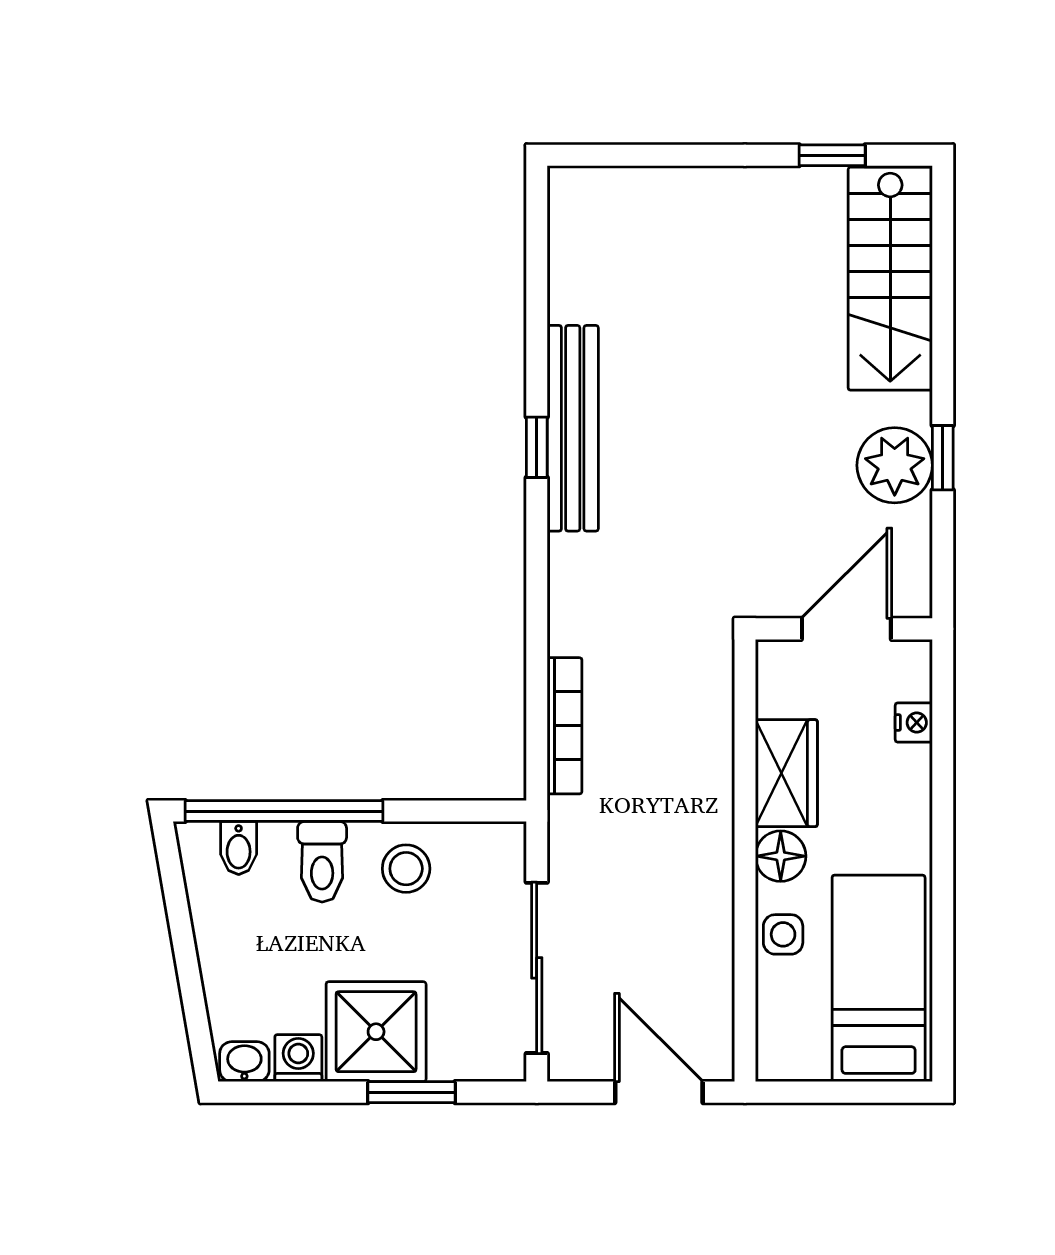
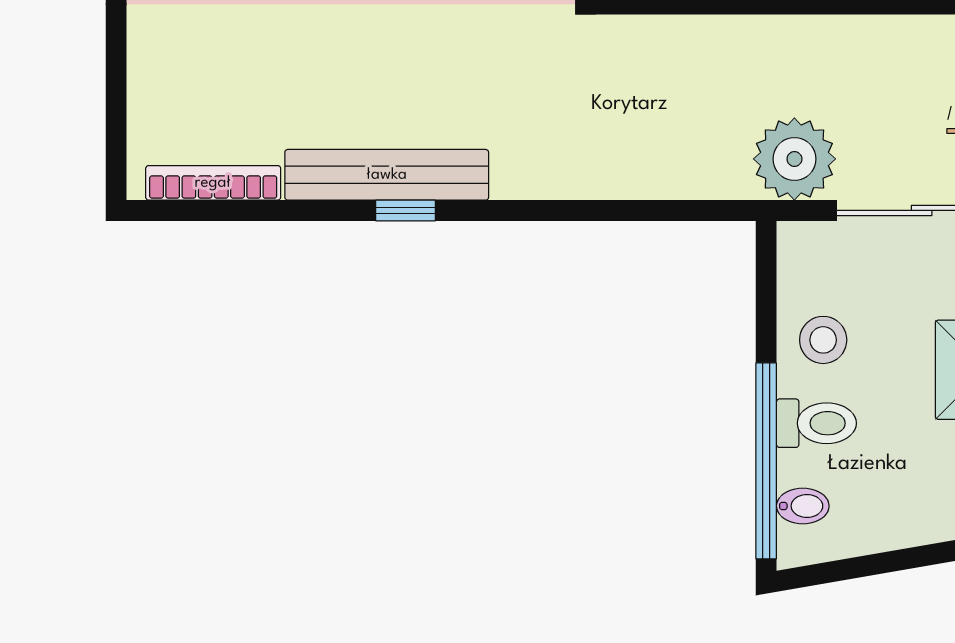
bookcase: (565, 726) -> (213, 183), moved
plant: (589, 840) -> (794, 159), added

